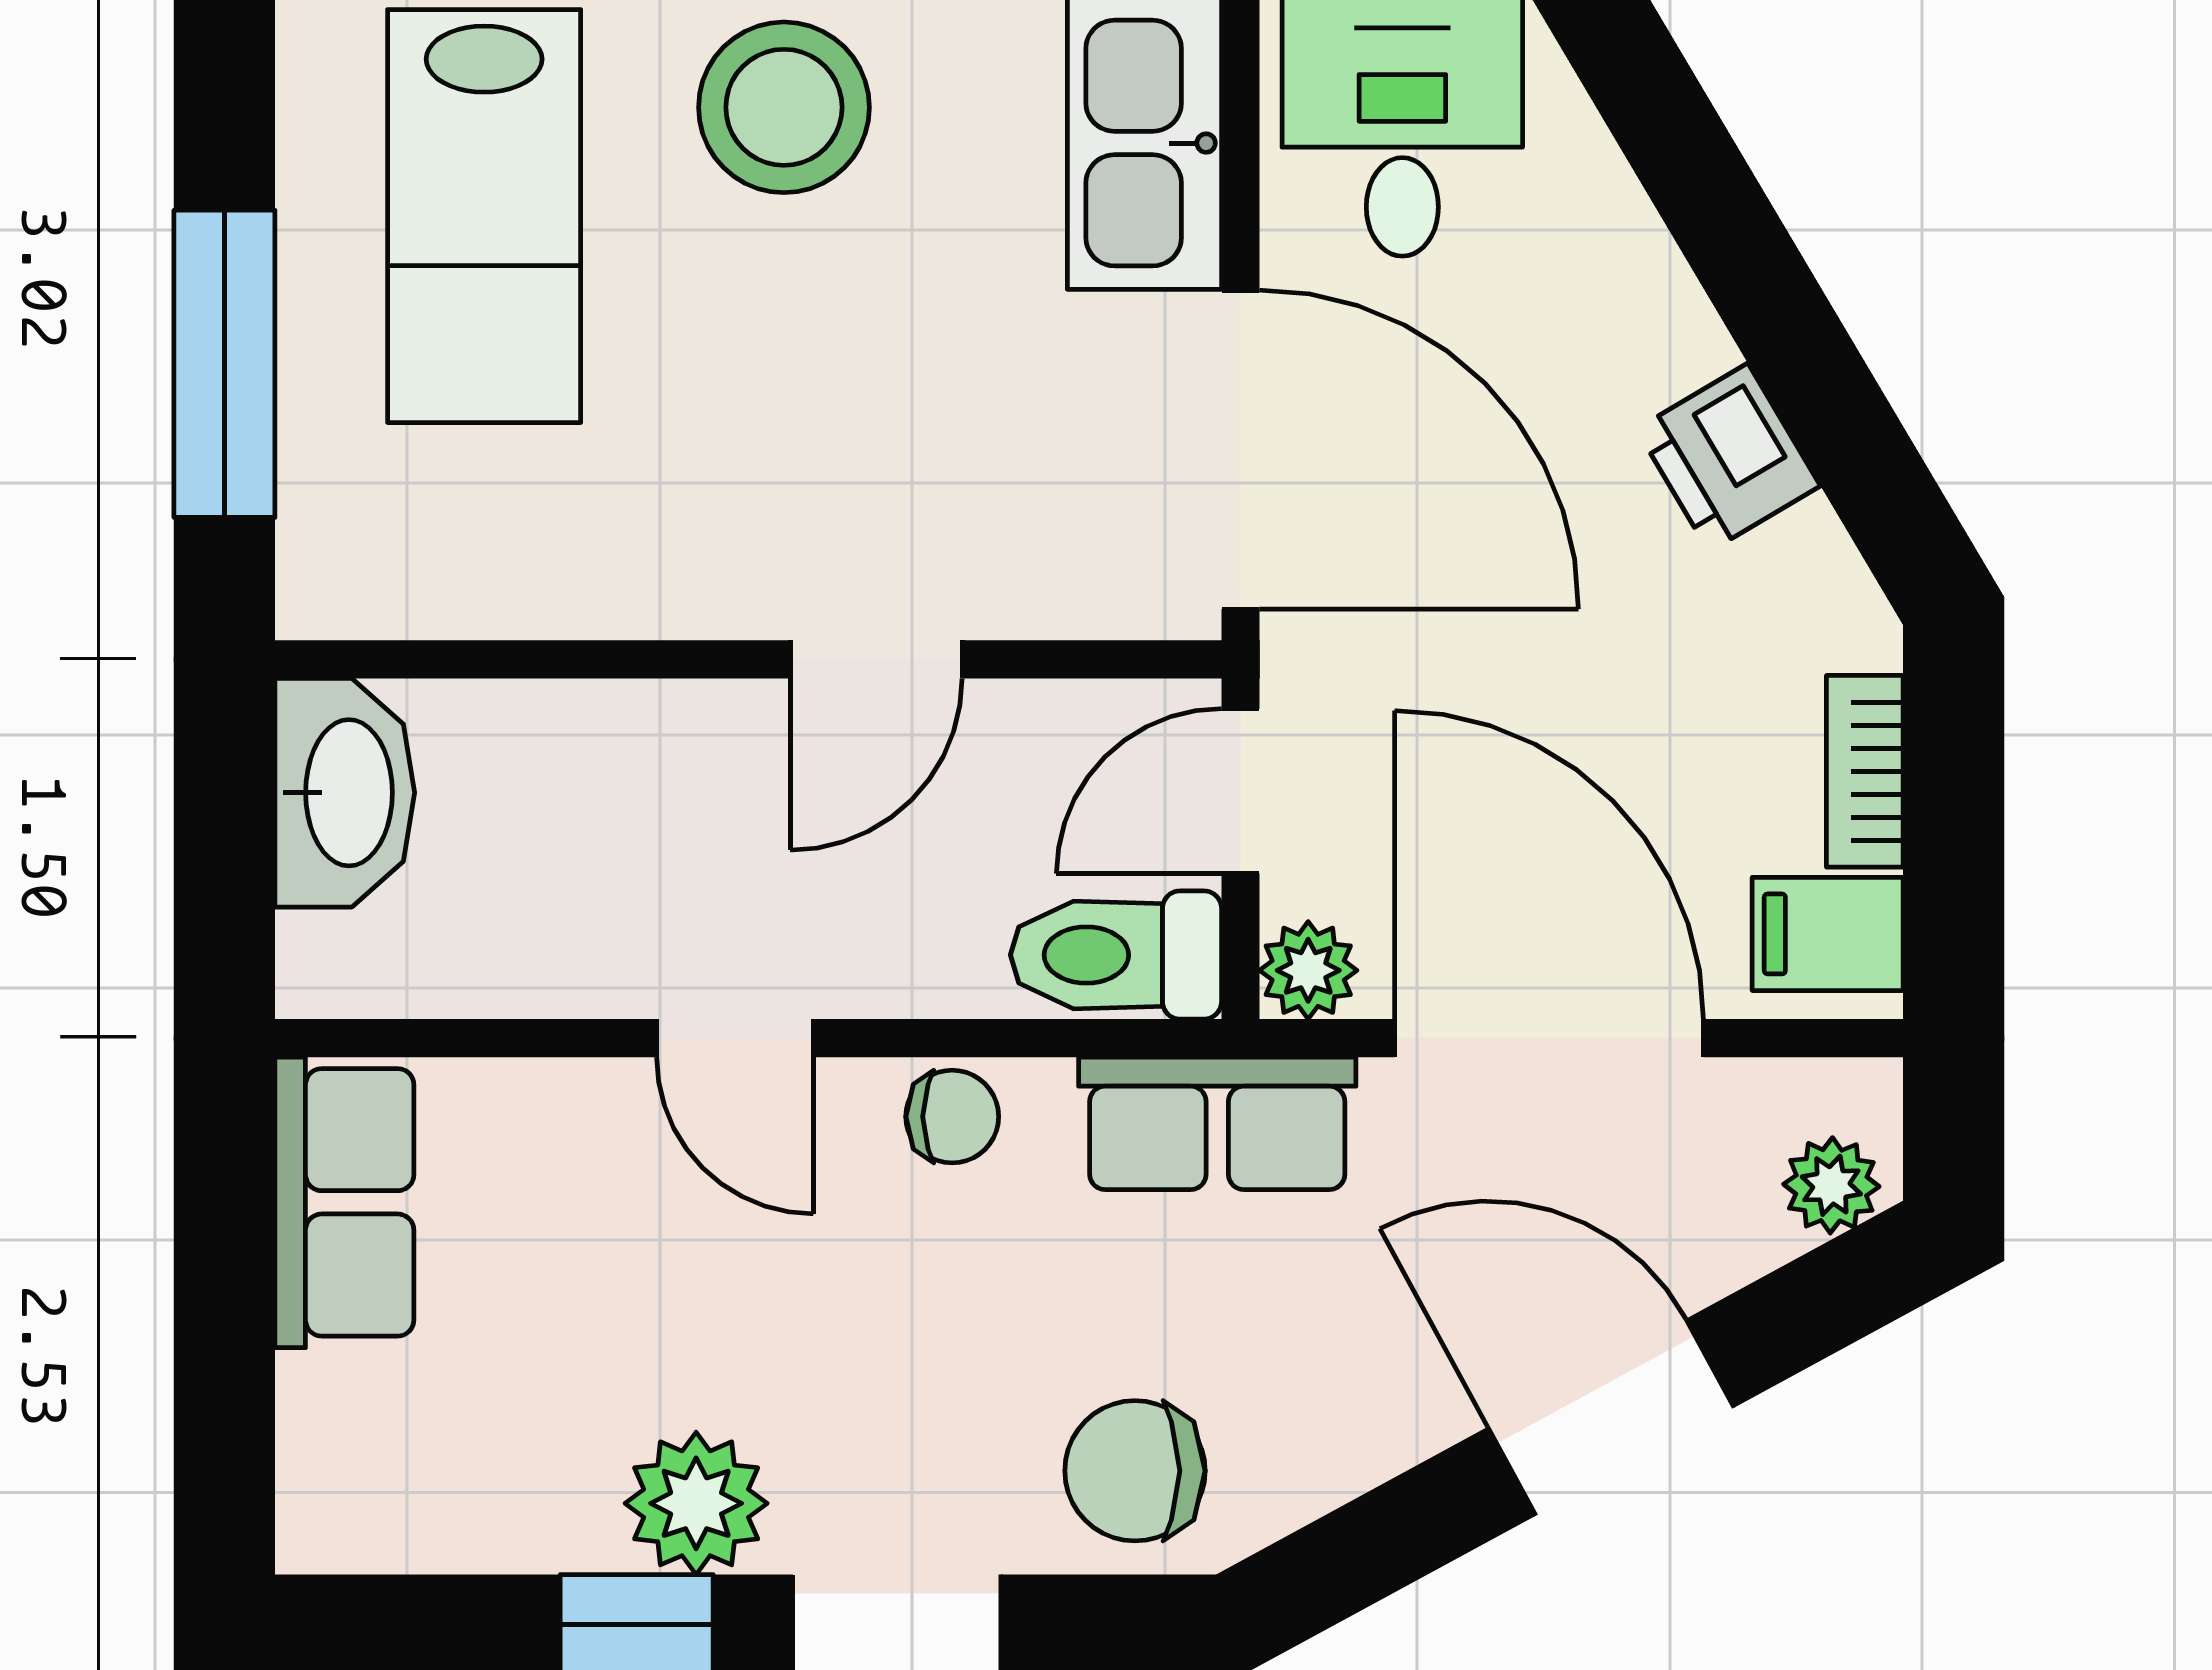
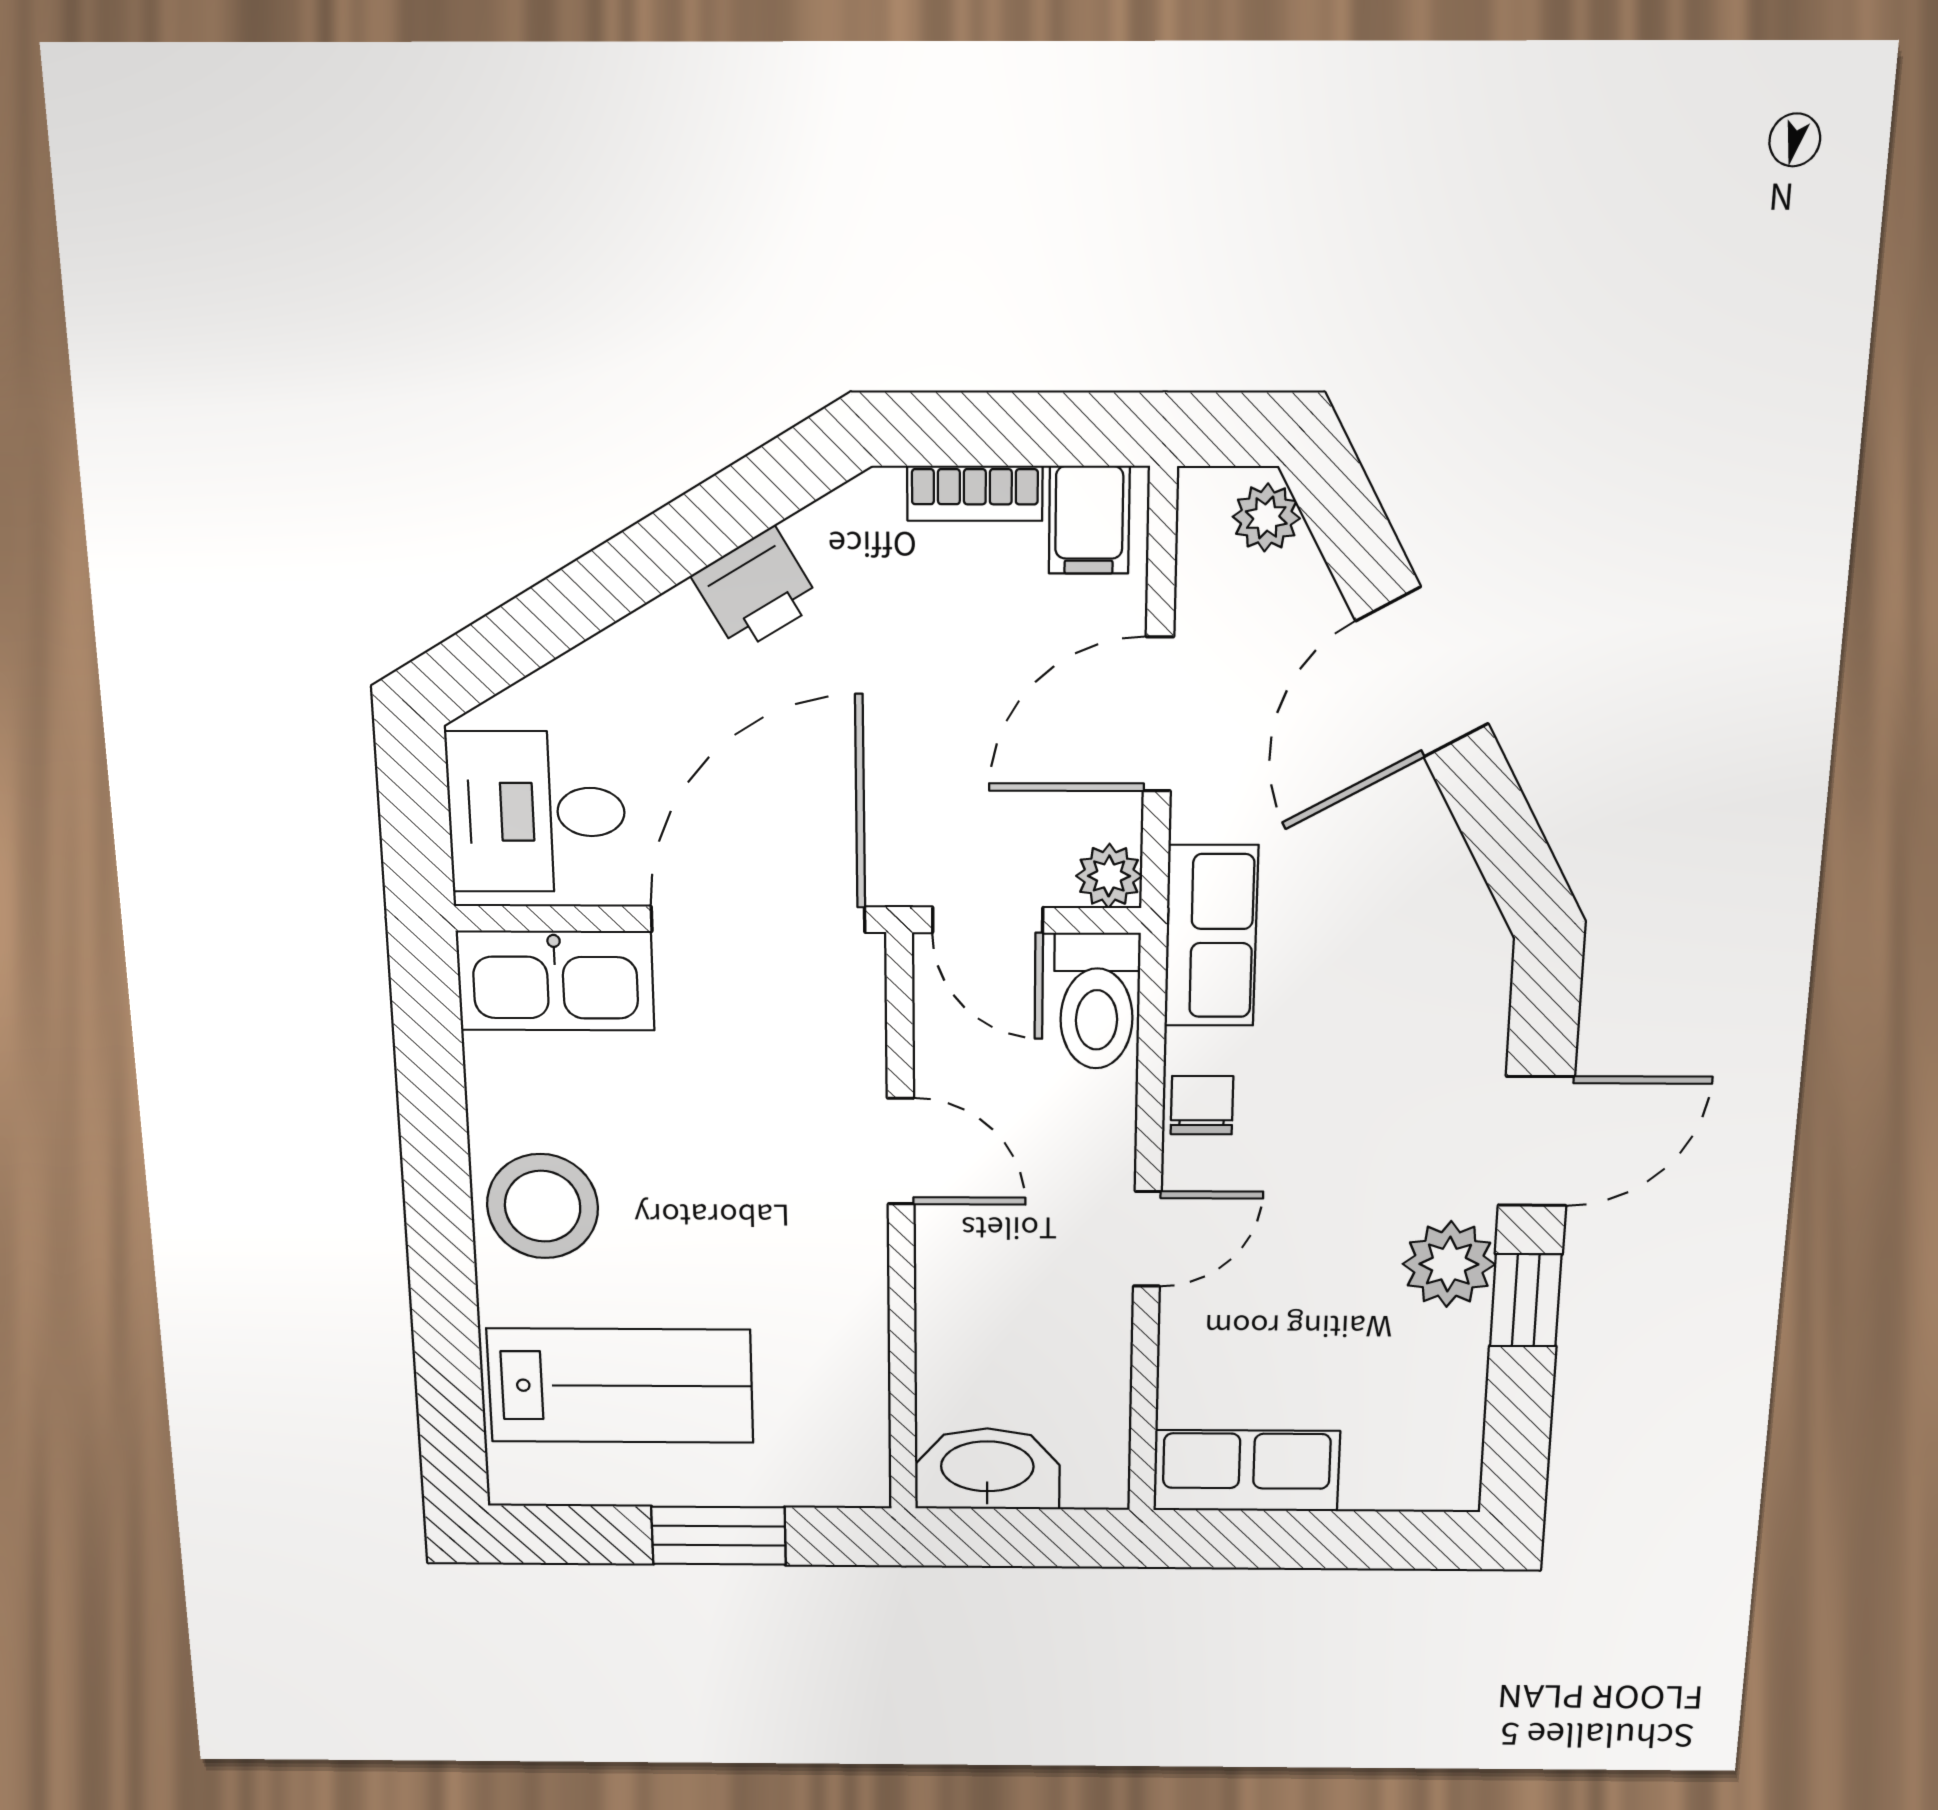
window: (224, 364) -> (719, 1536), width x0.69
door: (1549, 1038) -> (1158, 714), width x0.73
chair: (1135, 1471) -> (1442, 990), removed

